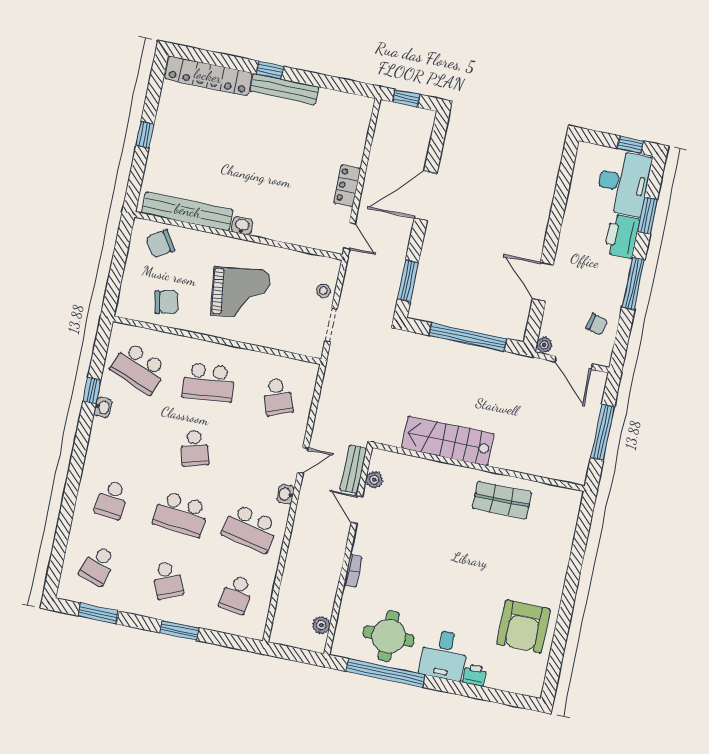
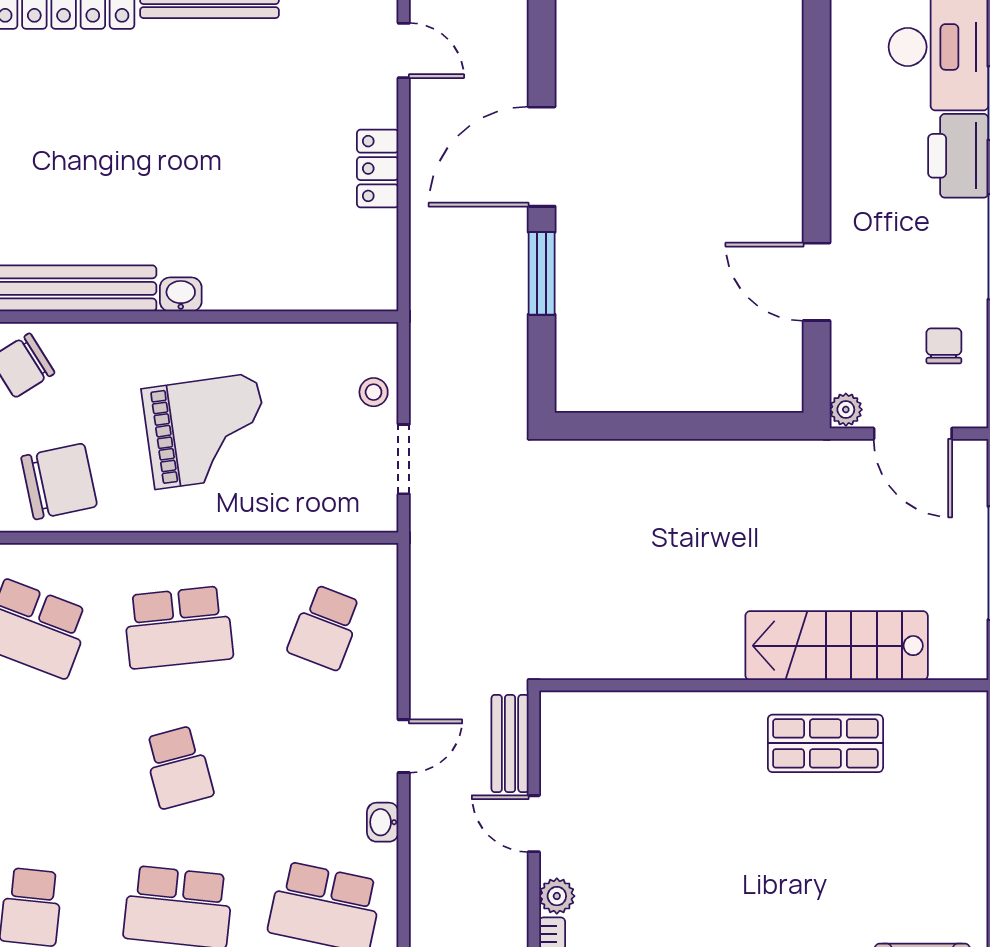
door: (349, 236) -> (404, 50), moved
window: (408, 281) -> (542, 273), moved
chair: (166, 302) -> (59, 481), width x1.37, depth x1.37
chair: (597, 324) -> (944, 346), turned -104
window: (468, 337) -> (687, 426), removed
school desk: (278, 397) -> (325, 627), turned 42
stairs: (448, 441) -> (837, 646), moved
plant: (374, 480) -> (557, 896), moved

